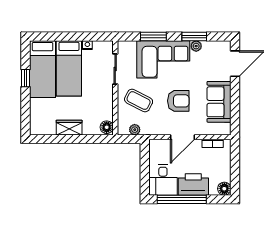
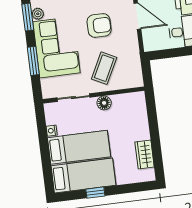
armchair: (178, 101) -> (99, 25), turned 90
floor lamp: (107, 127) -> (104, 103), moved
wardrobe: (69, 128) -> (145, 154), moved
plant: (135, 130) -> (136, 68), removed

